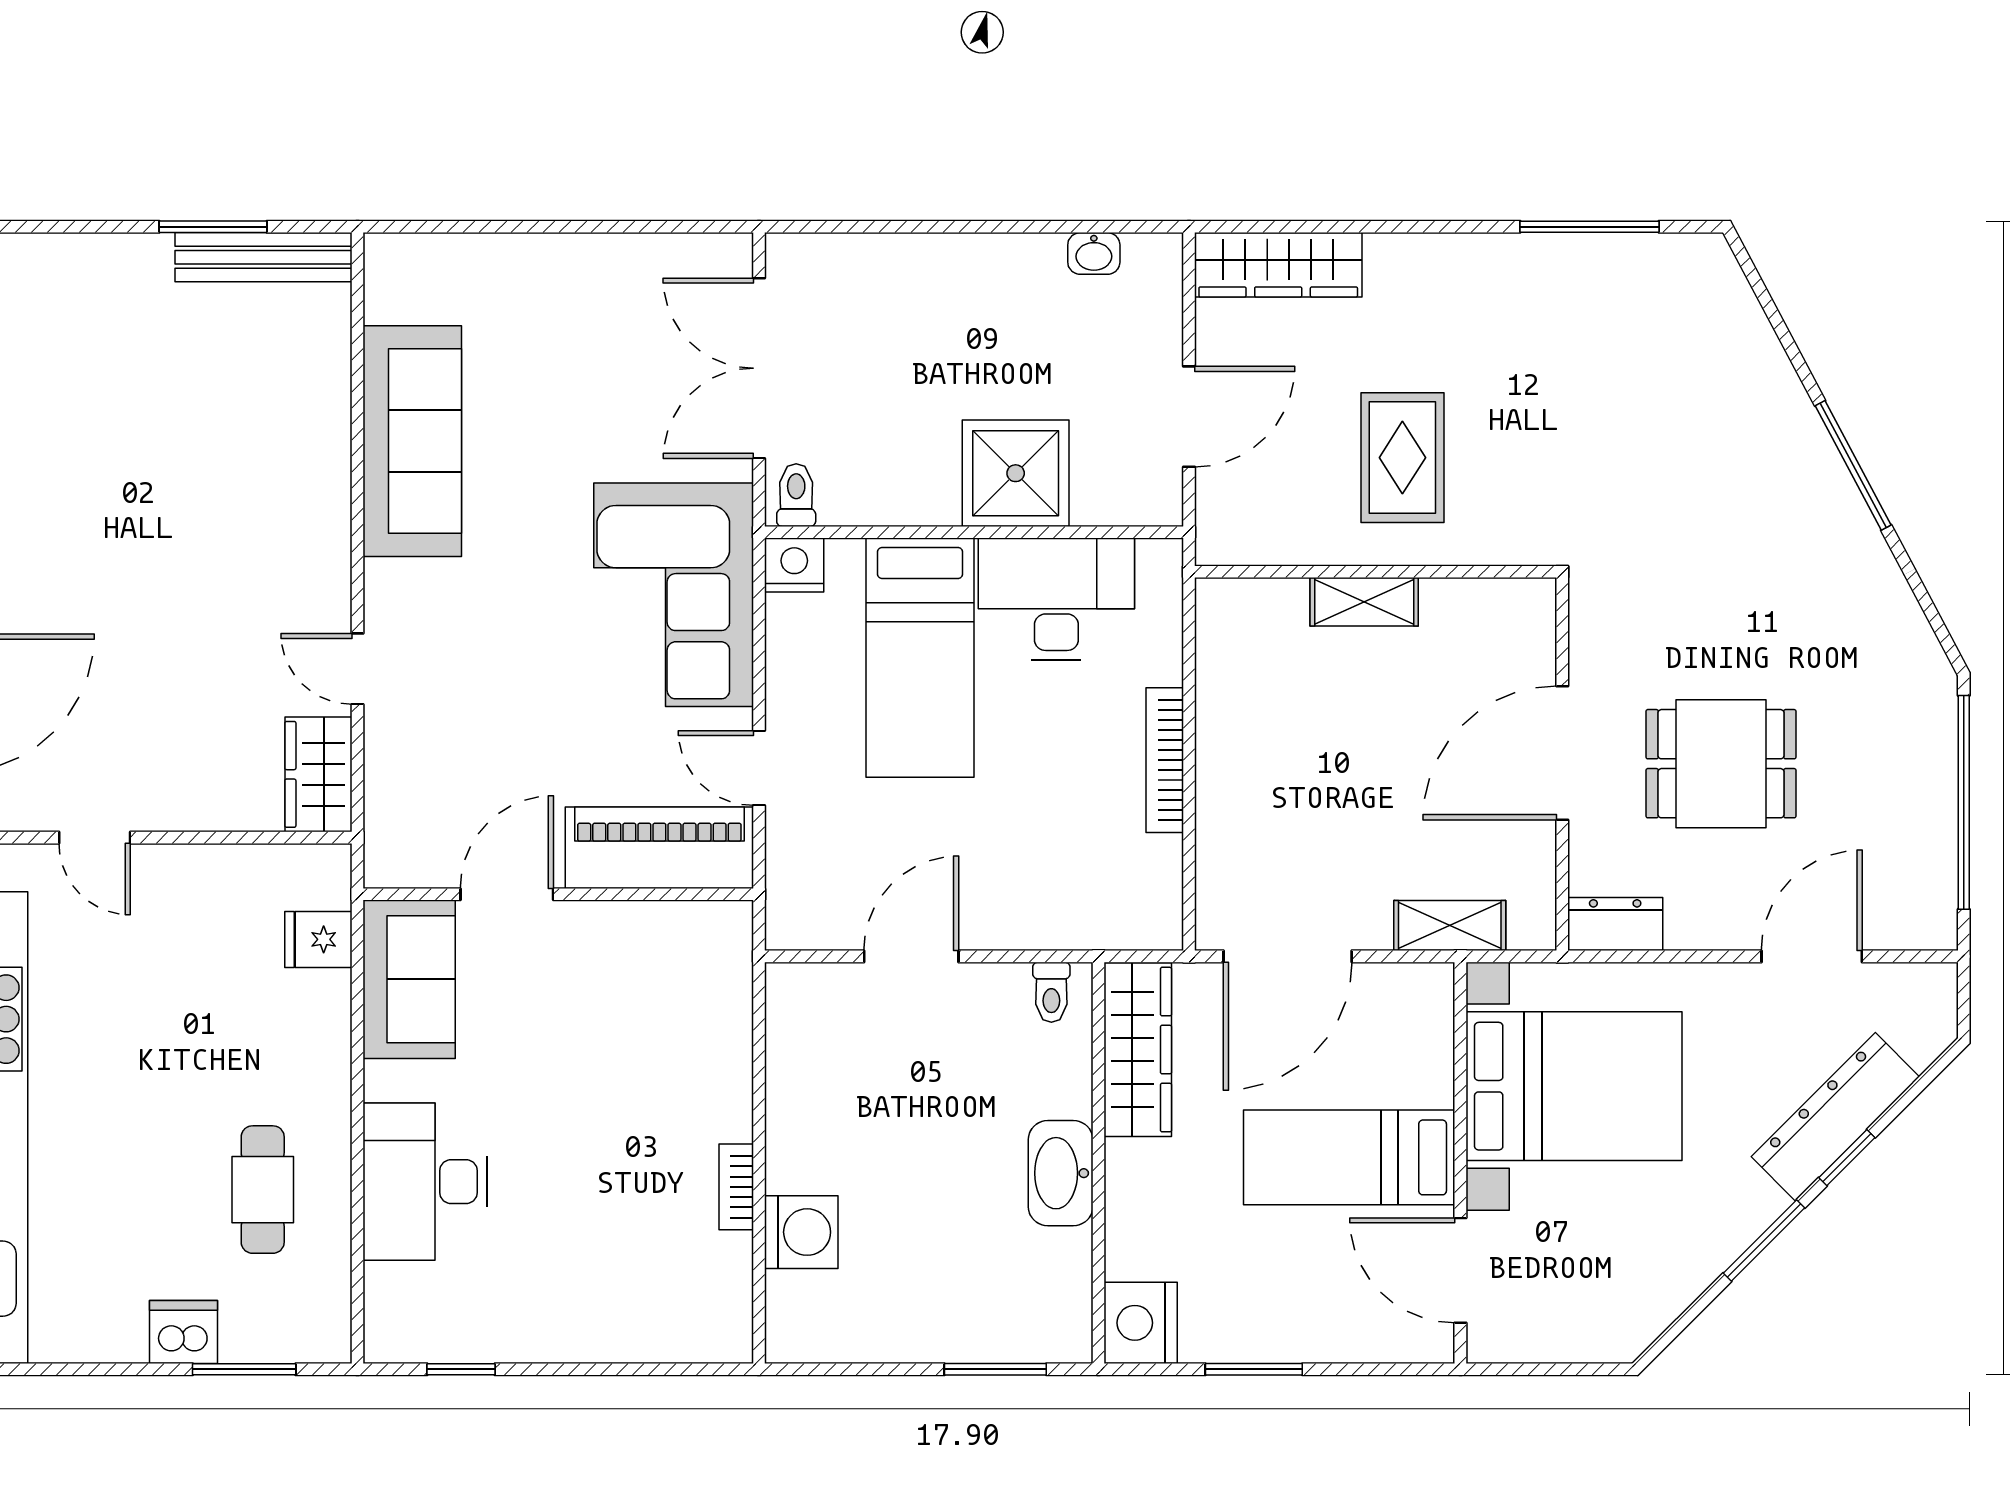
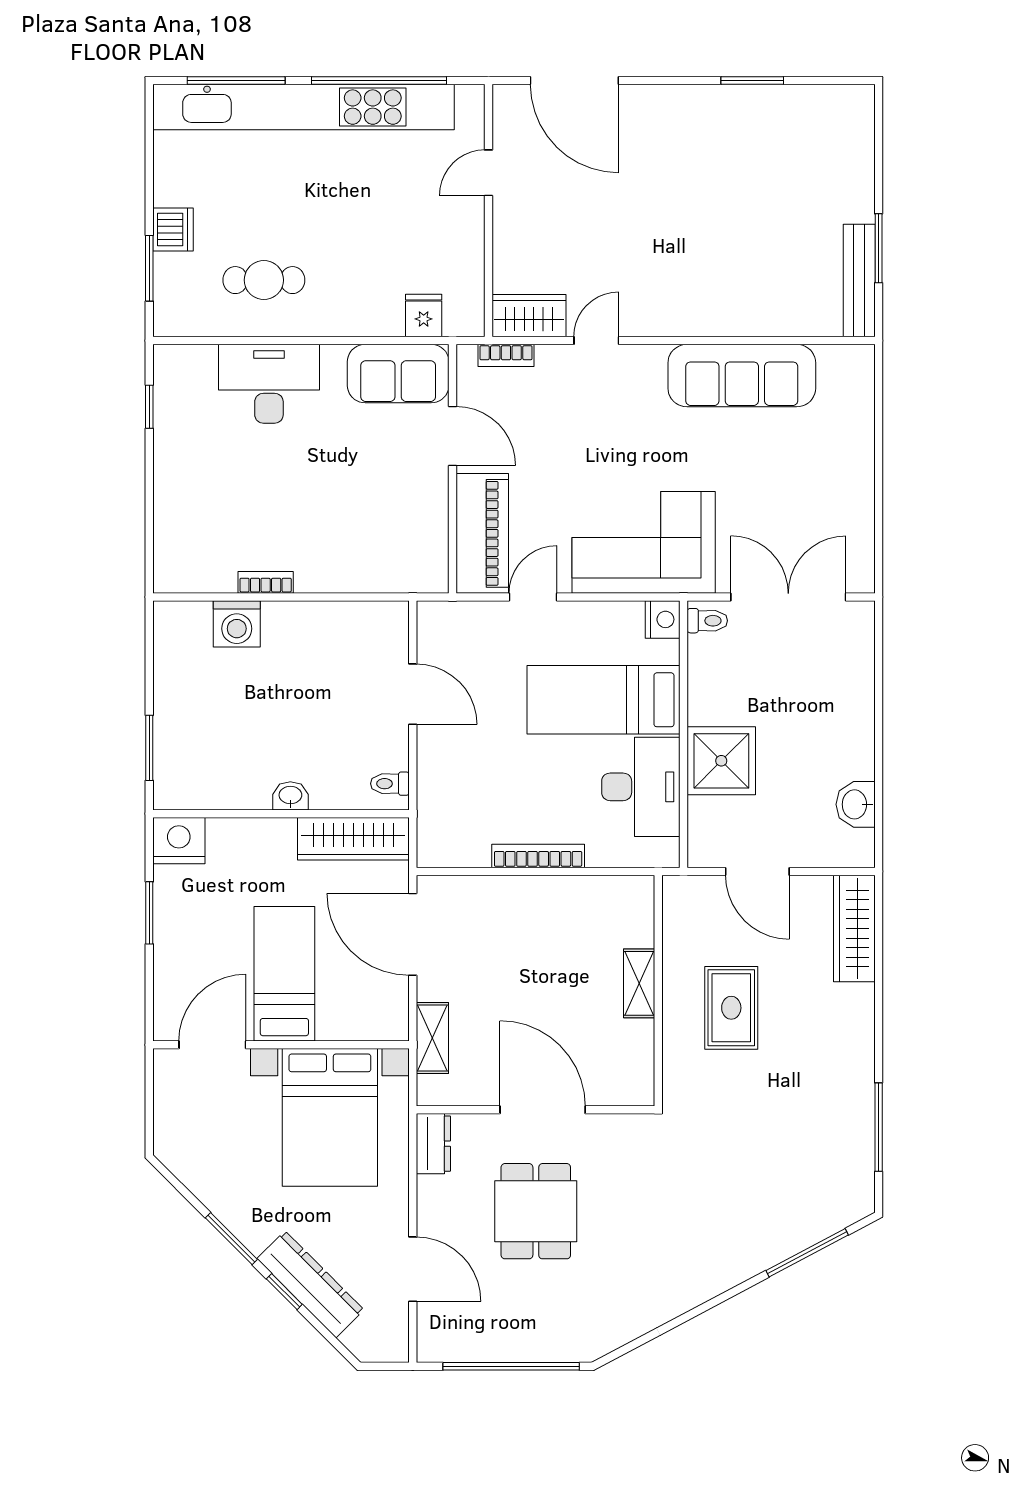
washbasin: (1094, 253) -> (856, 804), width x1.38, depth x1.45
rug: (1402, 458) -> (731, 1008), turned 90
window: (1853, 465) -> (807, 1253), moved
bookcase: (381, 810) -> (506, 355), added
washbasin: (1061, 1173) -> (290, 796), width x0.52, depth x0.69

